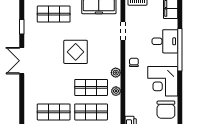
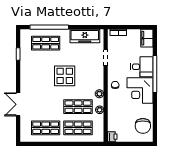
double door: (22, 61) -> (18, 104), moved
corner desk: (163, 81) -> (140, 91), moved

